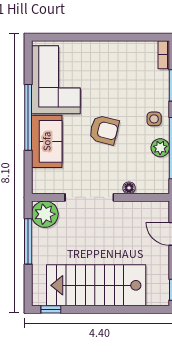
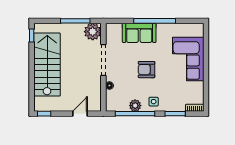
corner sofa: (56, 80) -> (188, 59), moved, turned 90
armchair: (104, 130) -> (147, 70), turned 76

